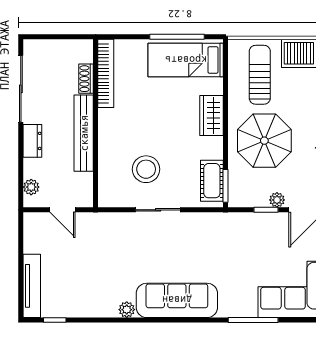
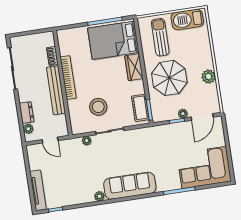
bed: (186, 60) -> (113, 40), width x1.50
bookcase: (106, 73) -> (68, 78), moved
dresser: (32, 141) -> (27, 112), moved
plant: (120, 220) -> (87, 141), added

